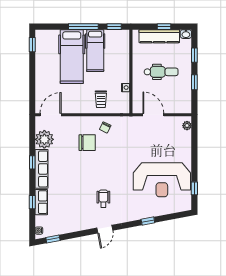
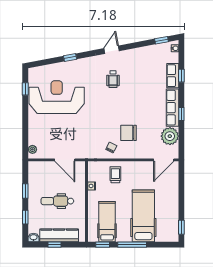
hospital bed: (95, 51) -> (107, 222), moved

